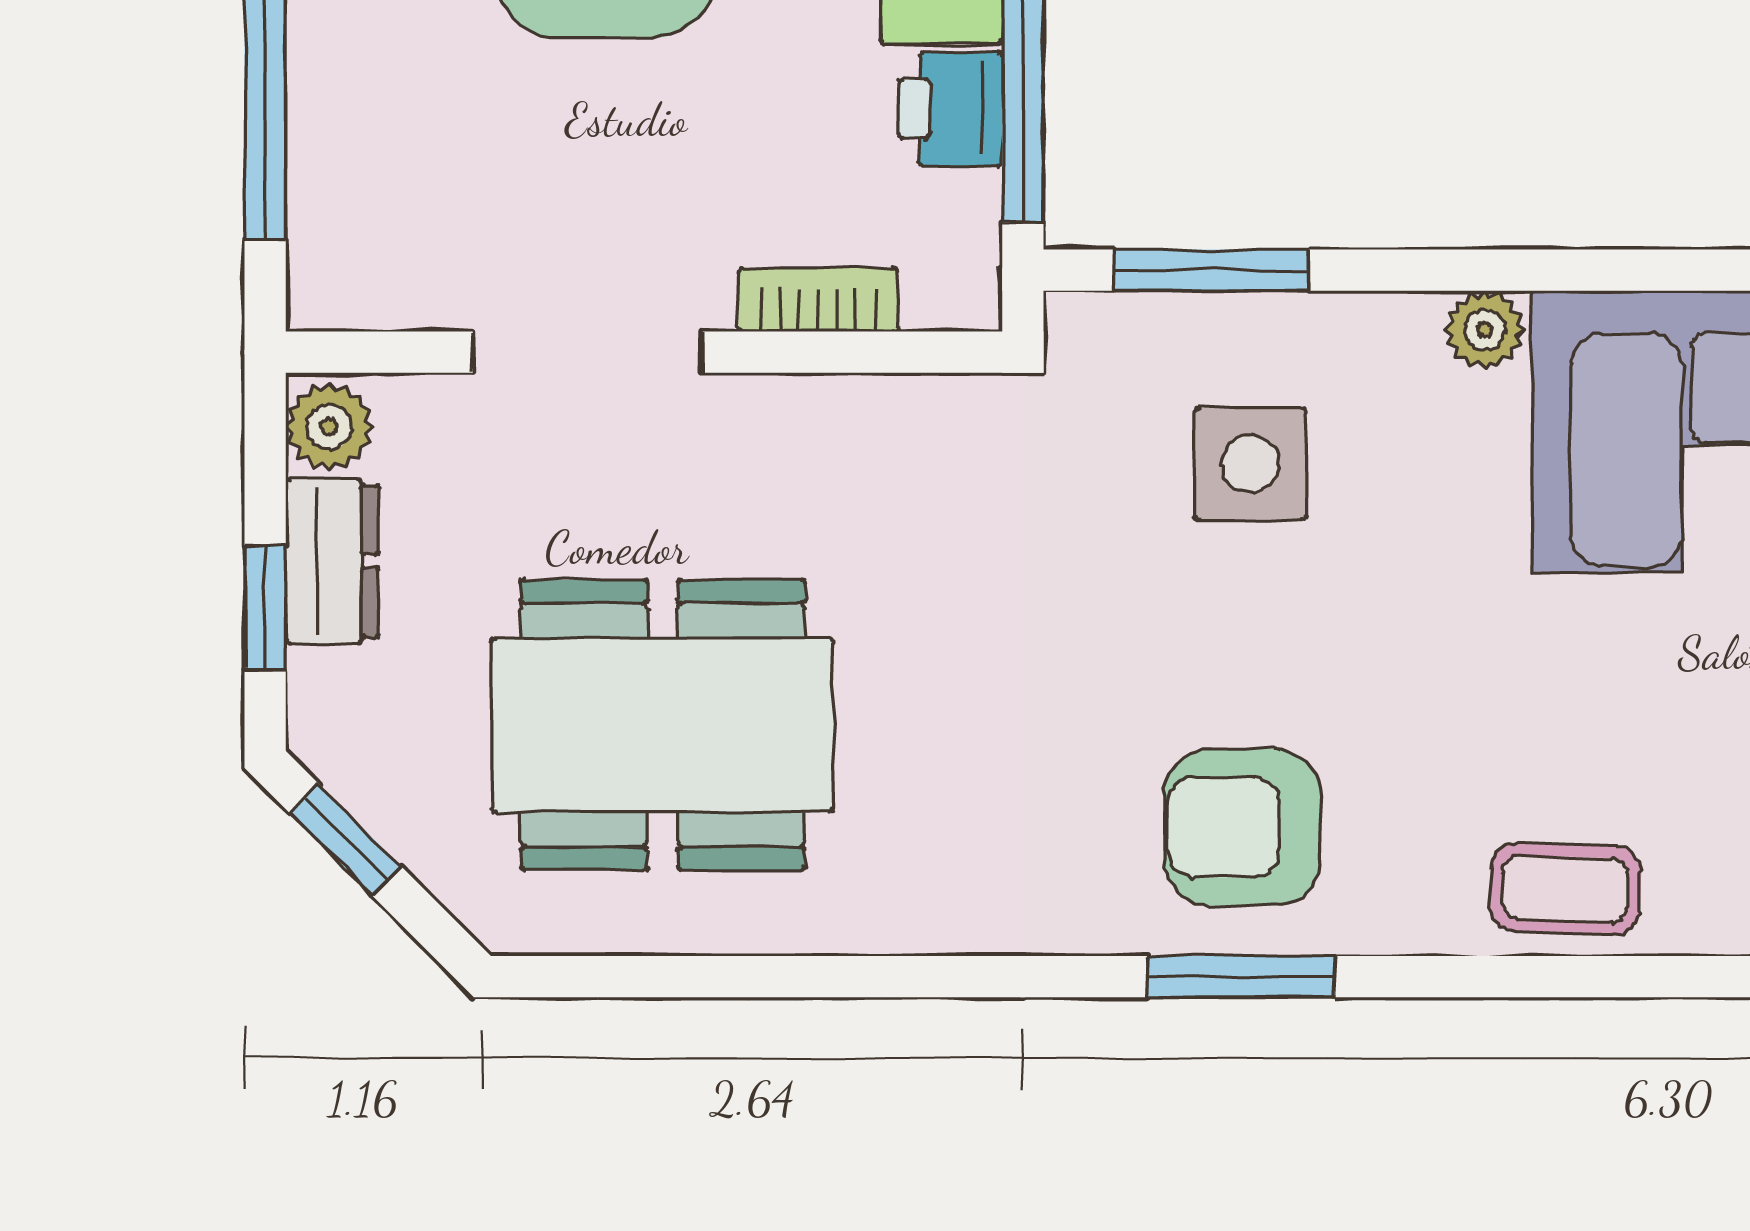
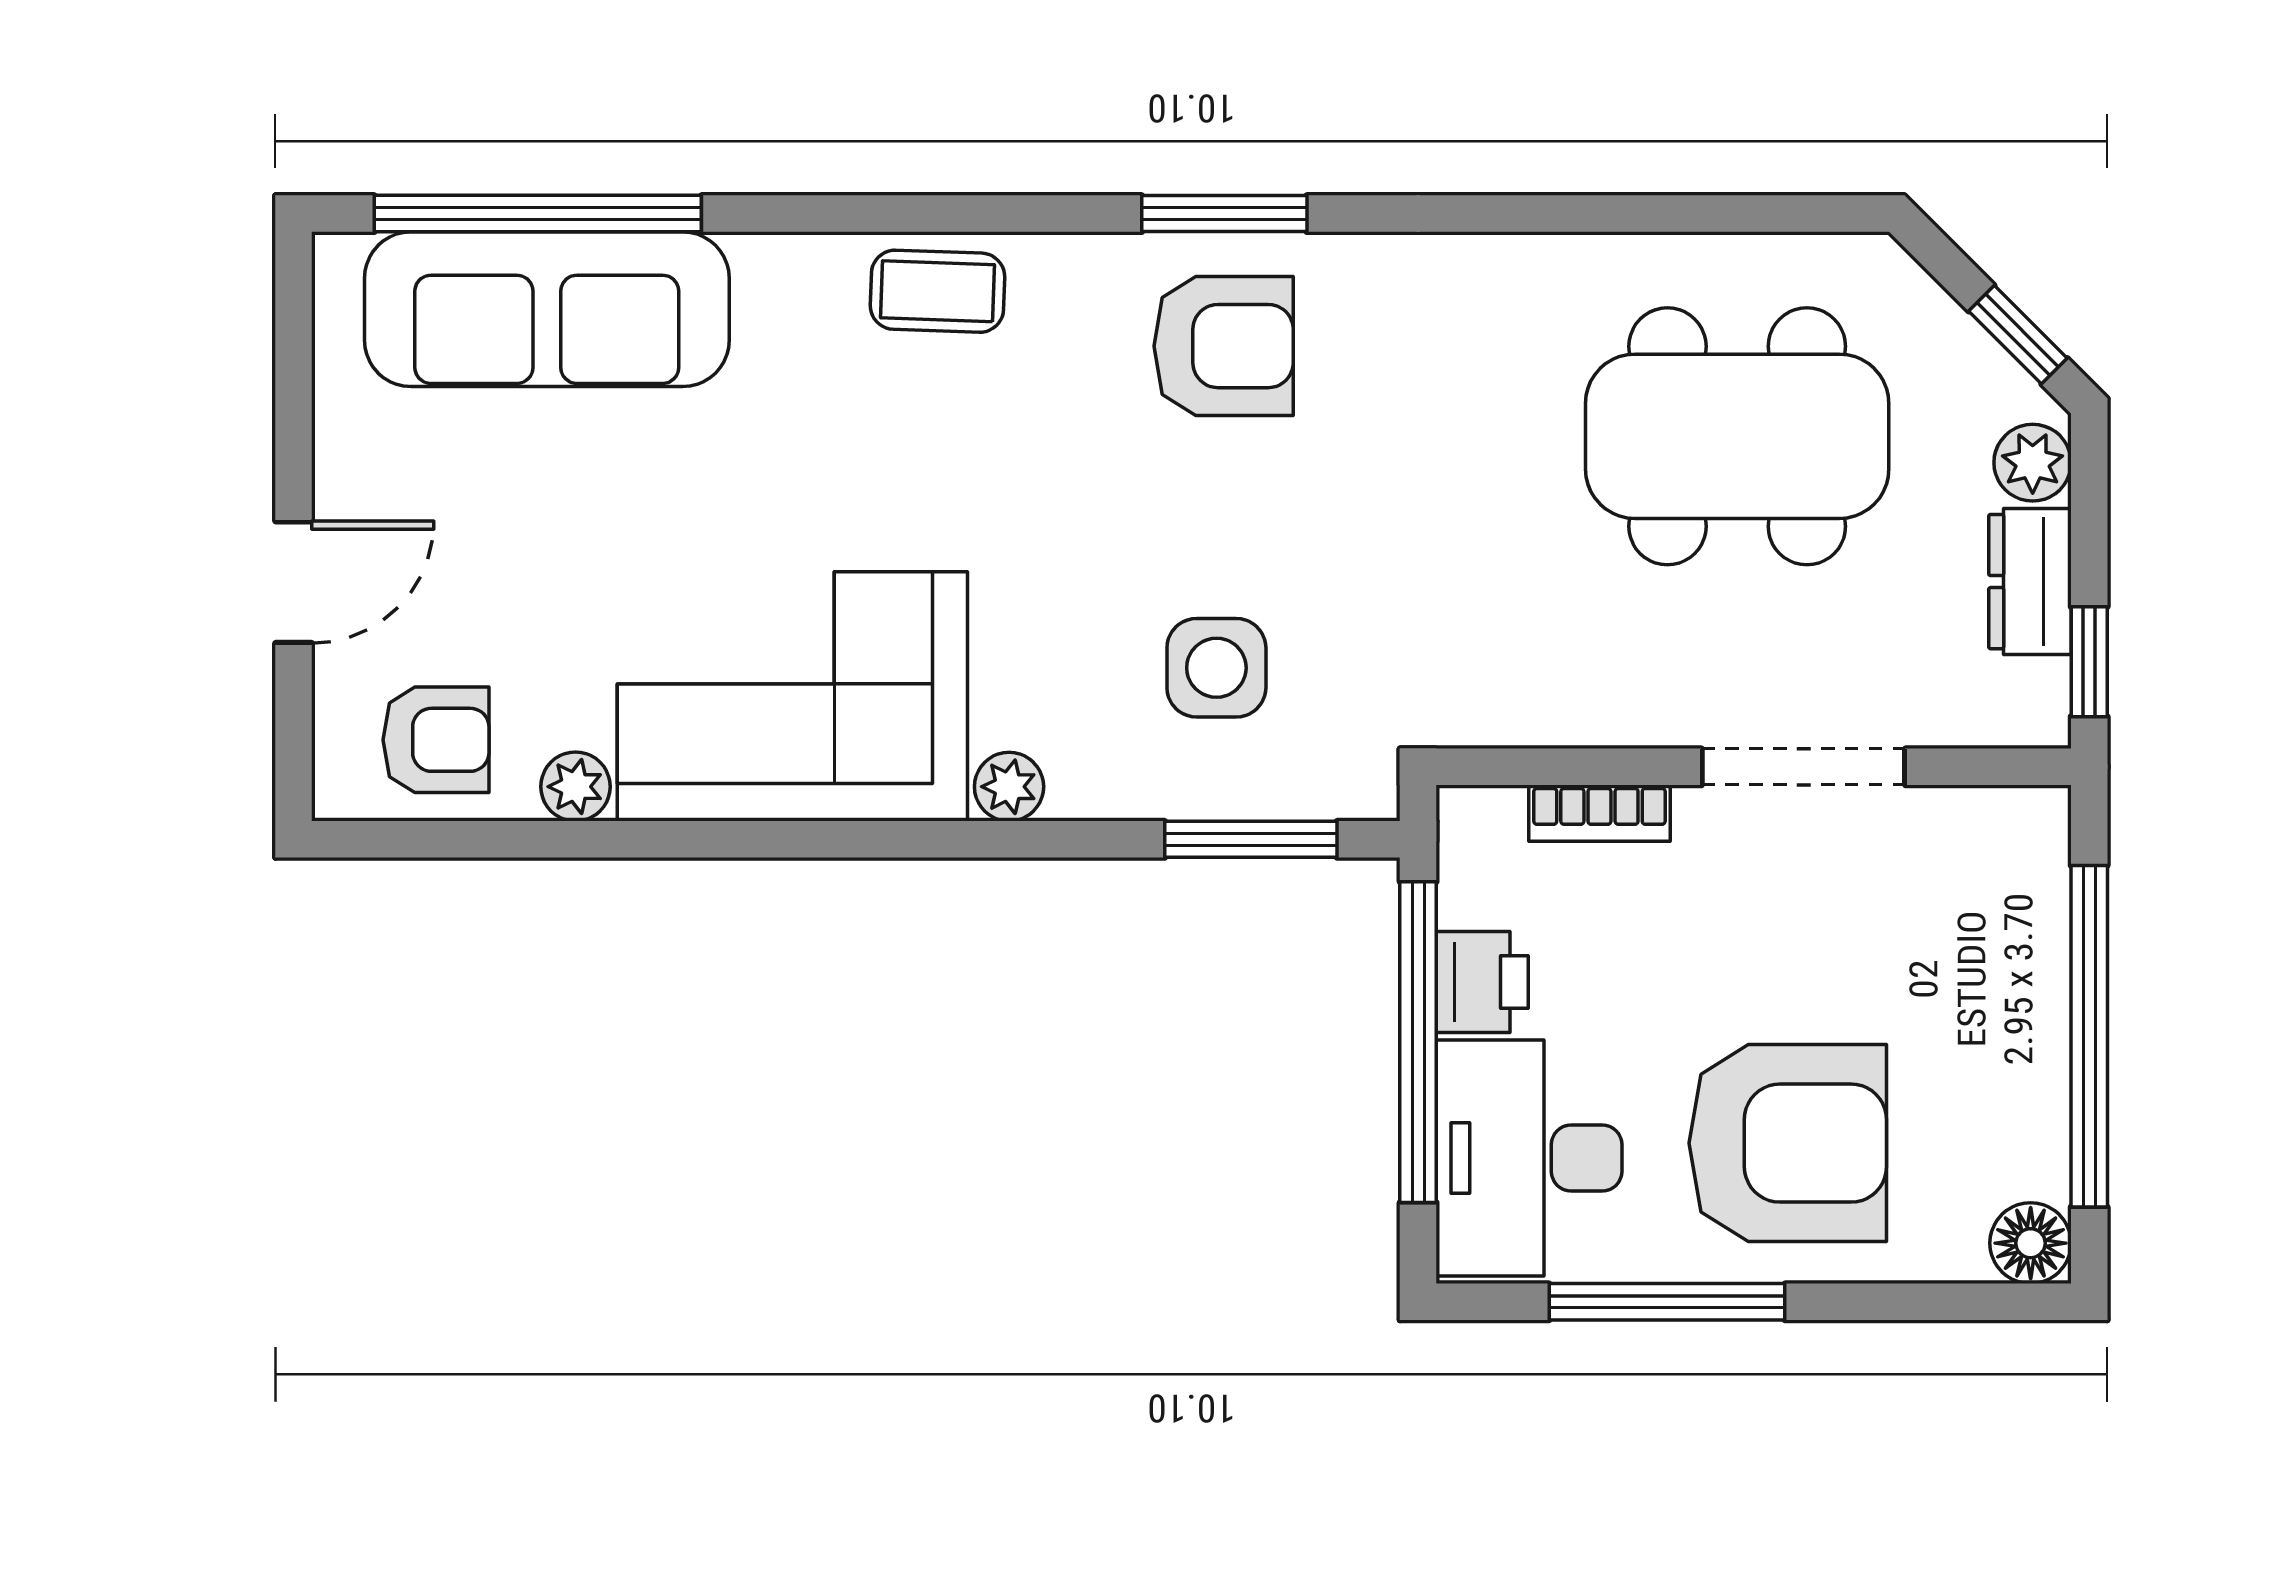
plant: (329, 427) -> (2033, 463), moved
window: (265, 608) -> (2089, 662), moved

